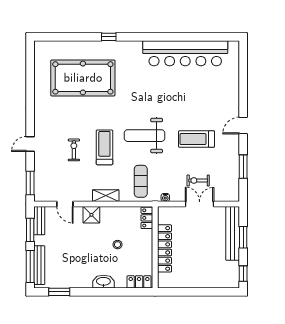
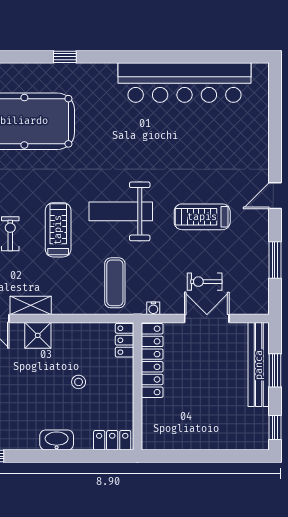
shelving: (106, 196) -> (31, 305), moved
locker: (164, 248) -> (152, 360), moved

